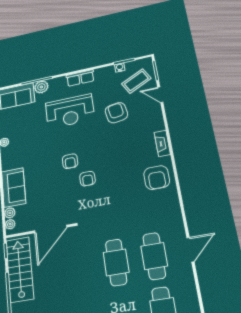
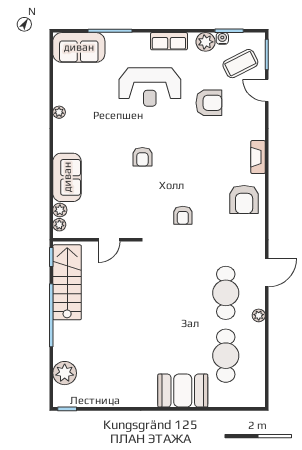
plant: (41, 87) -> (206, 42), moved
armchair: (116, 113) -> (209, 103), turned 99
armchair: (87, 179) -> (183, 215), moved
door: (51, 229) -> (109, 240), width x0.53
door: (190, 250) -> (267, 273), moved
cafe table: (116, 262) -> (182, 293), removed
plant: (187, 271) -> (259, 315), added

